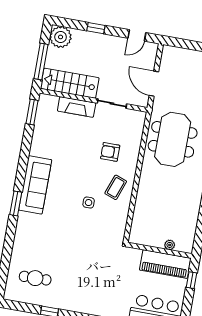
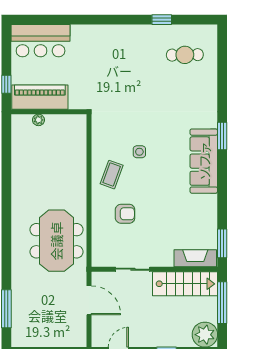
fireplace: (77, 107) -> (195, 258), moved

